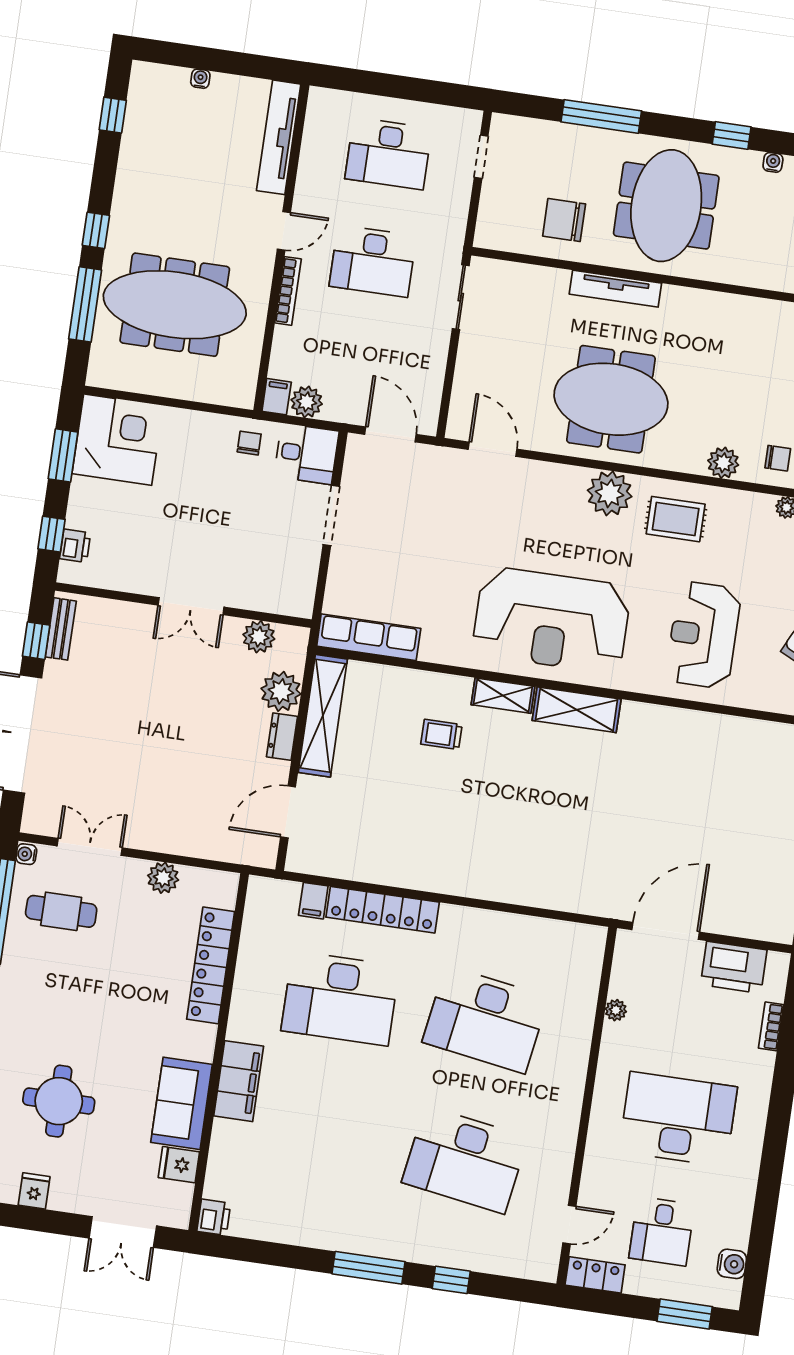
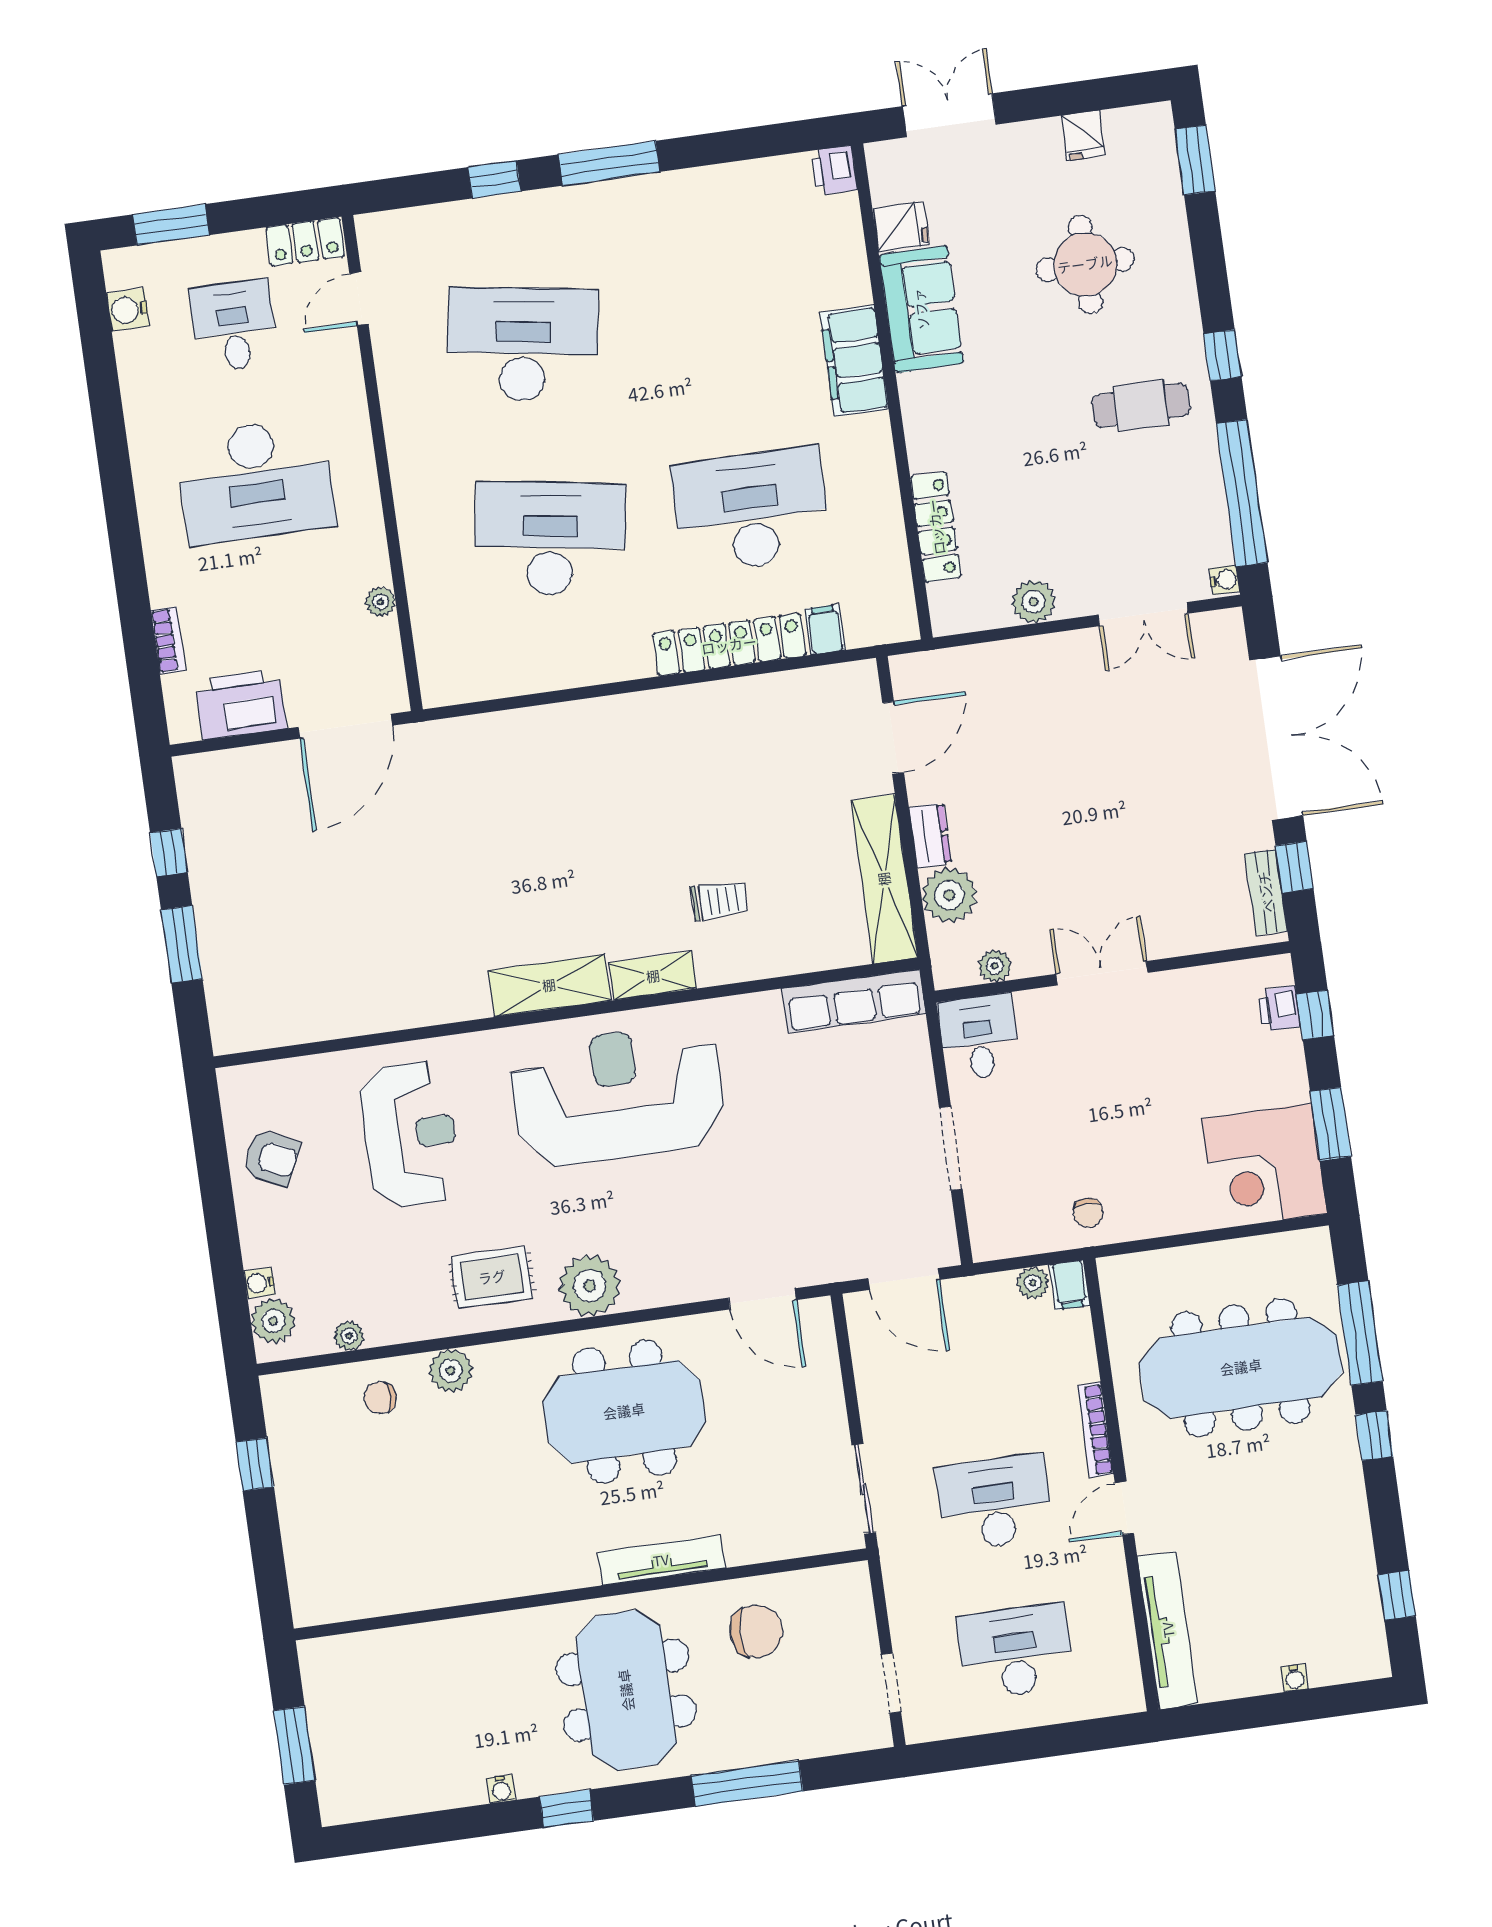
plant: (307, 402) -> (1033, 1283), width x0.73, depth x0.73
desk: (306, 454) -> (979, 1037), moved, turned 90
plant: (259, 637) -> (995, 966), width x0.73, depth x0.73
cafe table: (61, 911) -> (1141, 405), moved
locker: (211, 965) -> (936, 527), width x0.71, depth x0.83

